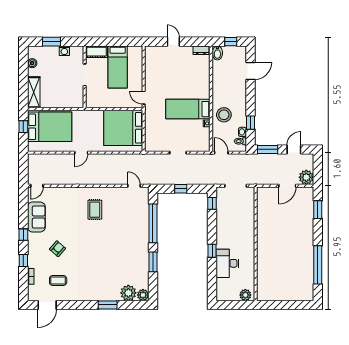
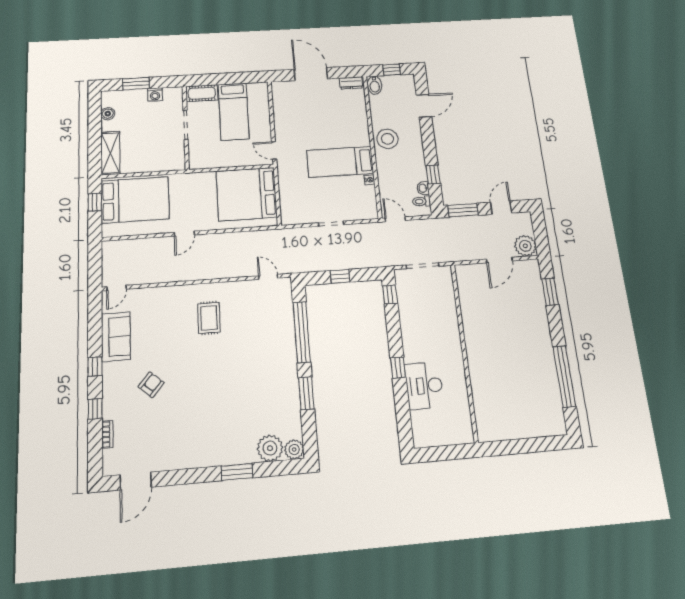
door: (173, 42) -> (311, 74), width x1.88
stool: (224, 115) -> (387, 139), moved
coffee table: (58, 280) -> (153, 437), removed
plant: (245, 295) -> (459, 435), removed

